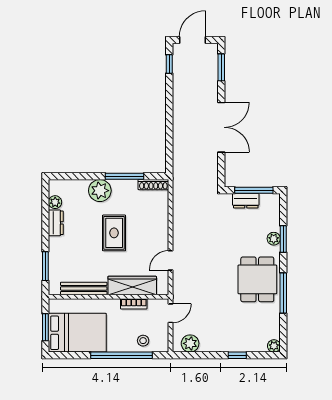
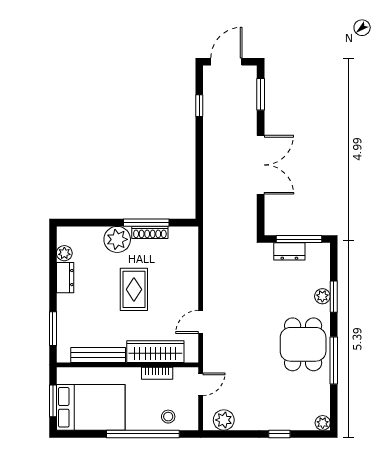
window: (169, 64) -> (199, 106), moved
shoe rack: (153, 185) -> (150, 232), moved

